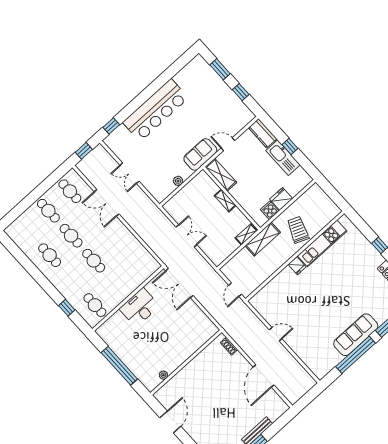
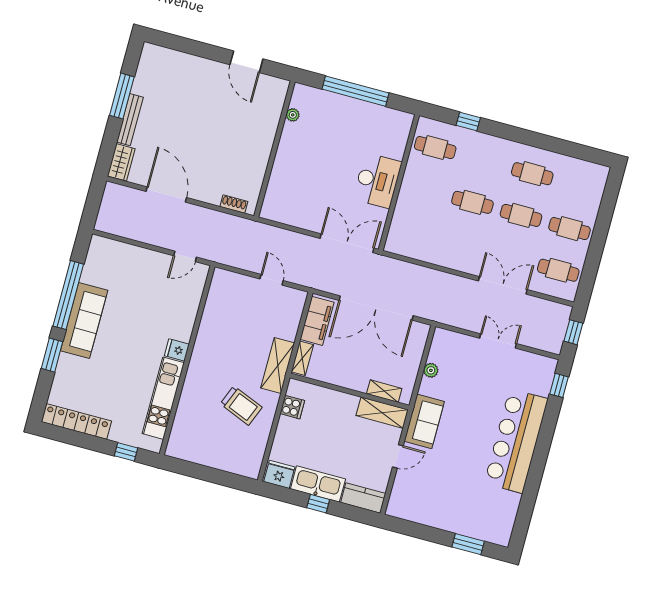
window: (241, 92) -> (424, 532), removed
fridge: (281, 199) -> (279, 474), moved, turned -90
shelving: (225, 201) -> (384, 391), moved
double door: (186, 236) -> (376, 308), width x1.87
kitchen unit: (322, 243) -> (163, 398), moved
filing cabinet: (224, 250) -> (317, 321), added
wall: (295, 256) -> (187, 360), moved
fridge: (297, 266) -> (177, 350), moved
wardrobe: (277, 411) -> (121, 162), added

